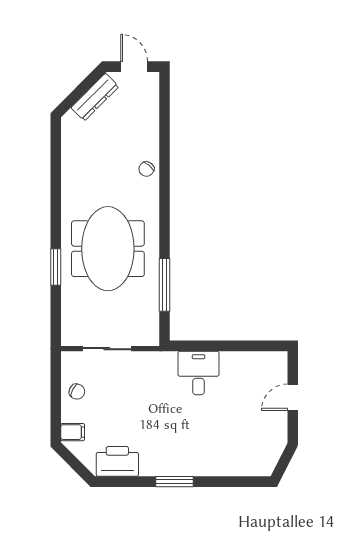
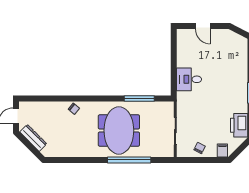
meeting table: (108, 249) -> (119, 130), turned 90
window: (56, 267) -> (129, 160), width x2.11

